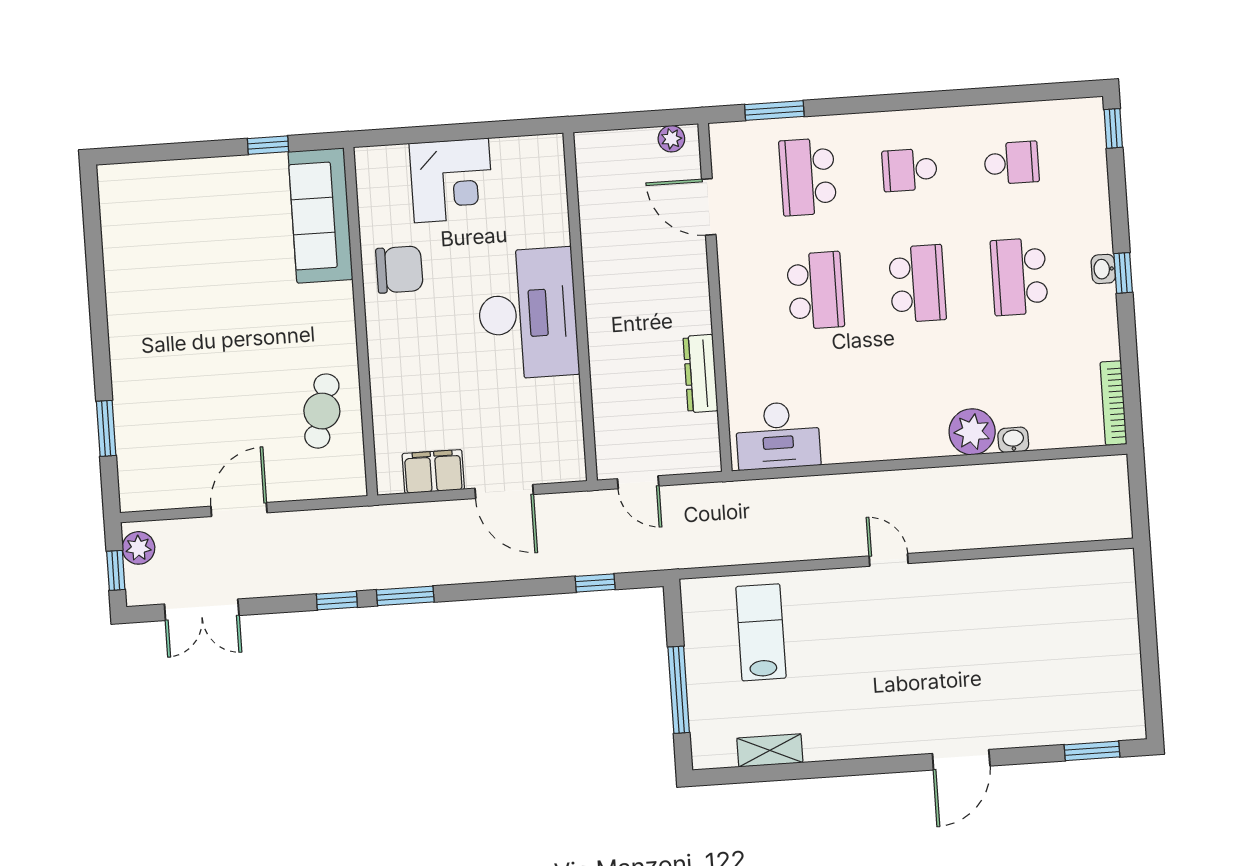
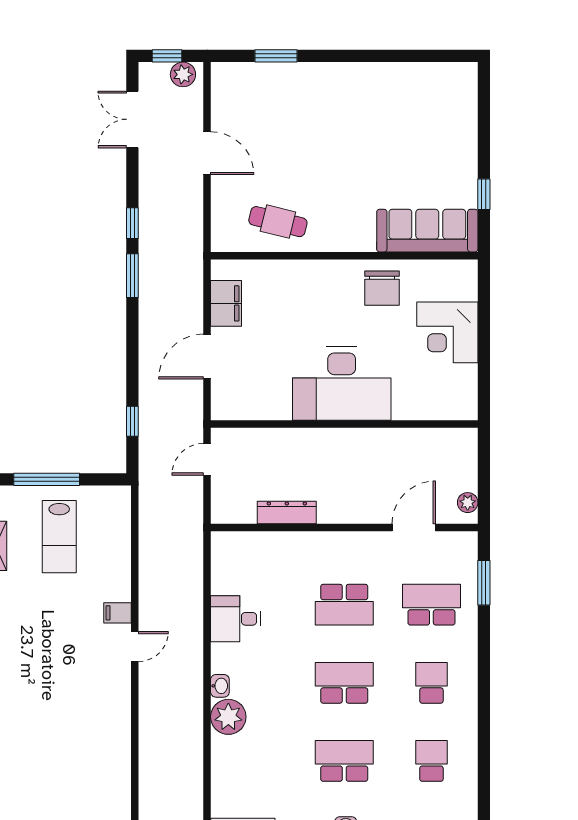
school desk: (1011, 163) -> (431, 761), turned 180
school desk: (917, 284) -> (344, 683), turned 180
desk: (778, 435) -> (236, 619), moved, width x0.73
washbasin: (1013, 440) -> (220, 686), moved
filing cabinet: (846, 585) -> (118, 613), added
lab bench: (761, 632) -> (59, 537), moved, turned 90

